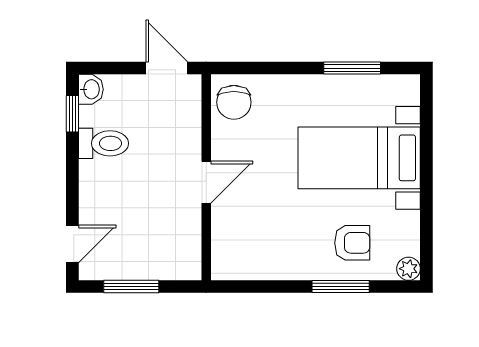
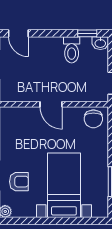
chair: (234, 102) -> (93, 119), turned -90
armchair: (352, 243) -> (19, 182), turned -90

